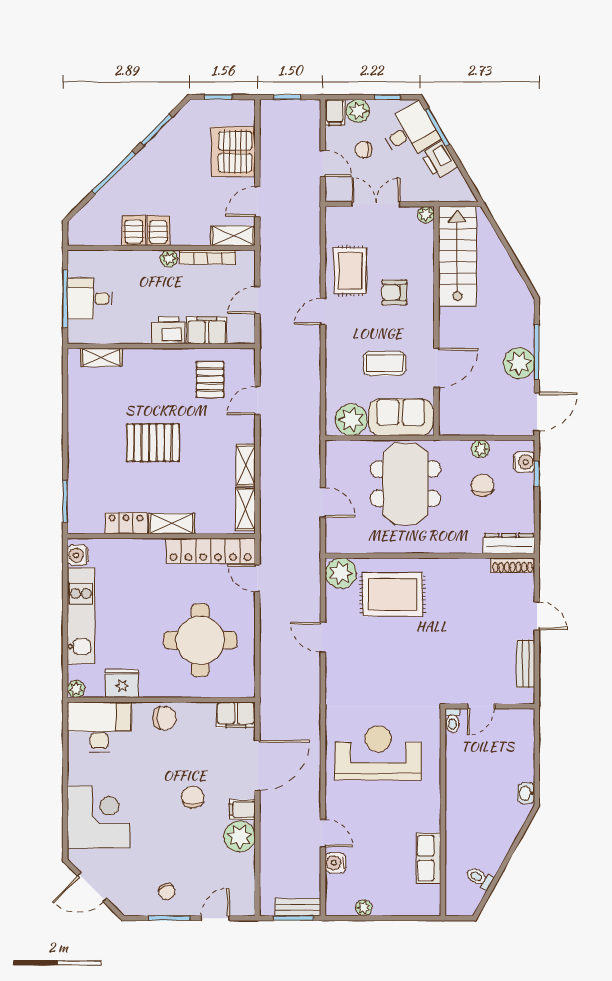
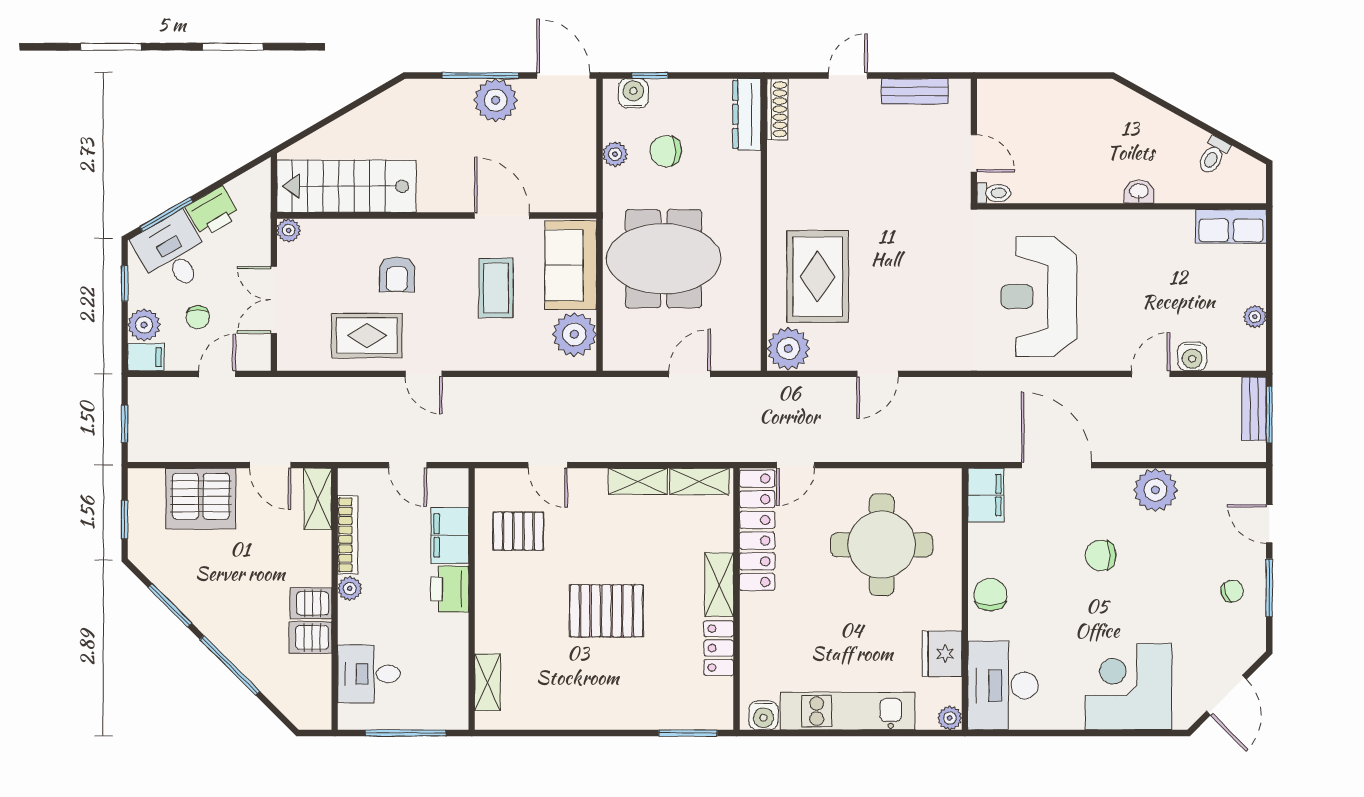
desk: (90, 299) -> (369, 674), moved, turned 90
pallet: (153, 443) -> (606, 611), turned 90
washbasin: (526, 793) -> (1139, 192), moved, turned 180
filing cabinet: (242, 809) -> (1118, 486), removed
row of seats: (429, 858) -> (1231, 226), moved

